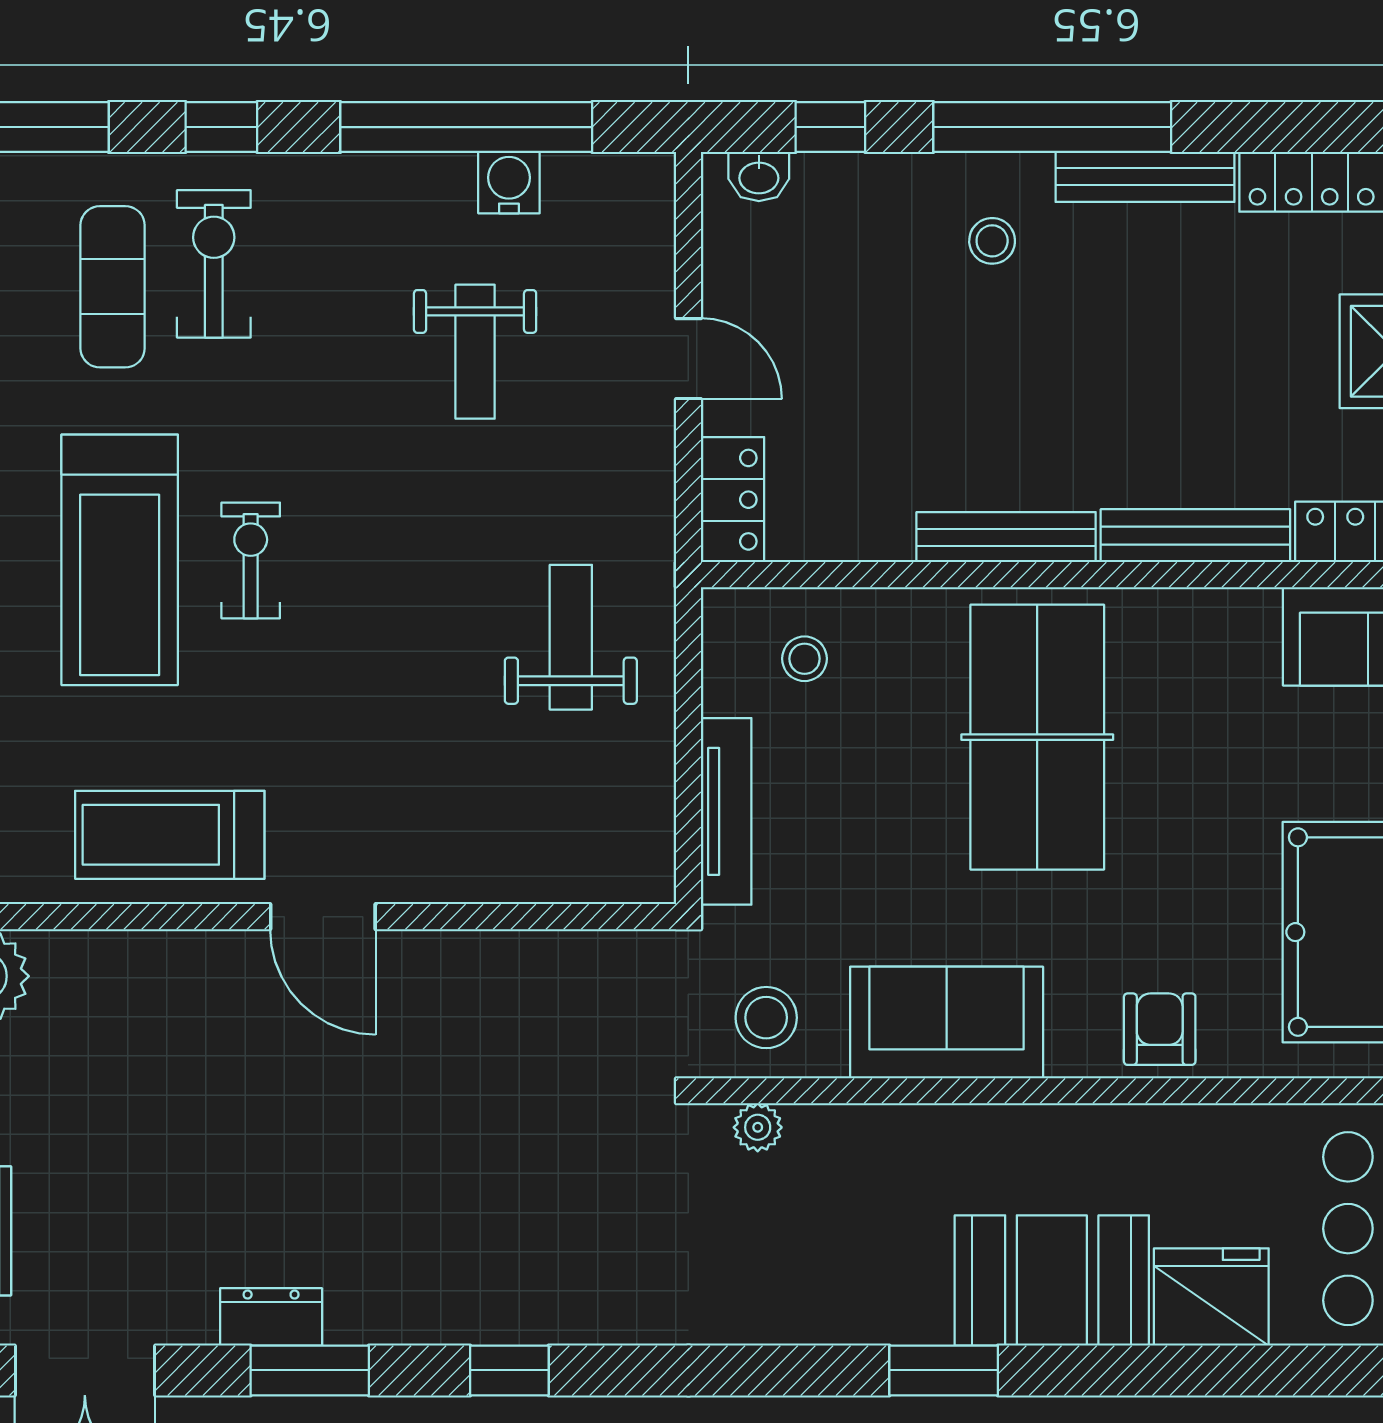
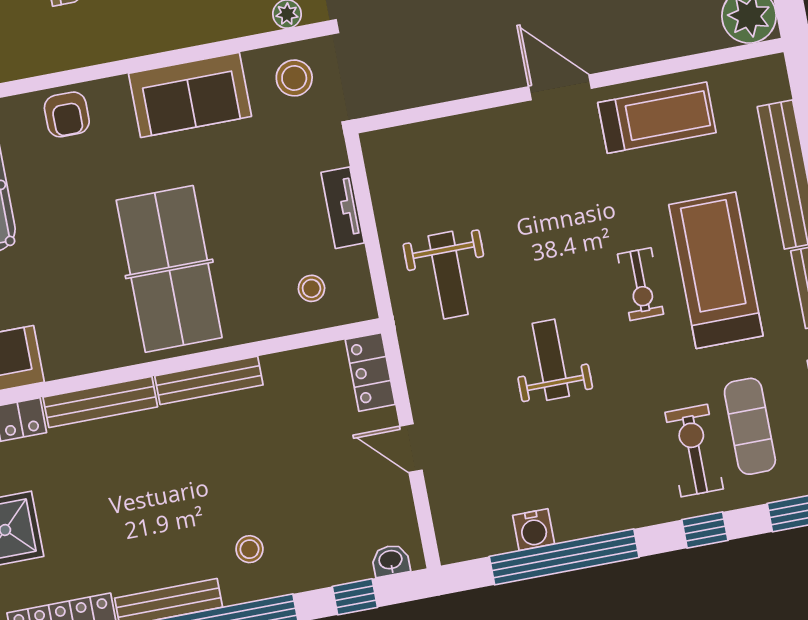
exercise bike: (214, 264) -> (694, 451), turned 180
weight bench: (475, 352) -> (551, 360), moved
tv unit: (726, 811) -> (343, 208), width x0.71

